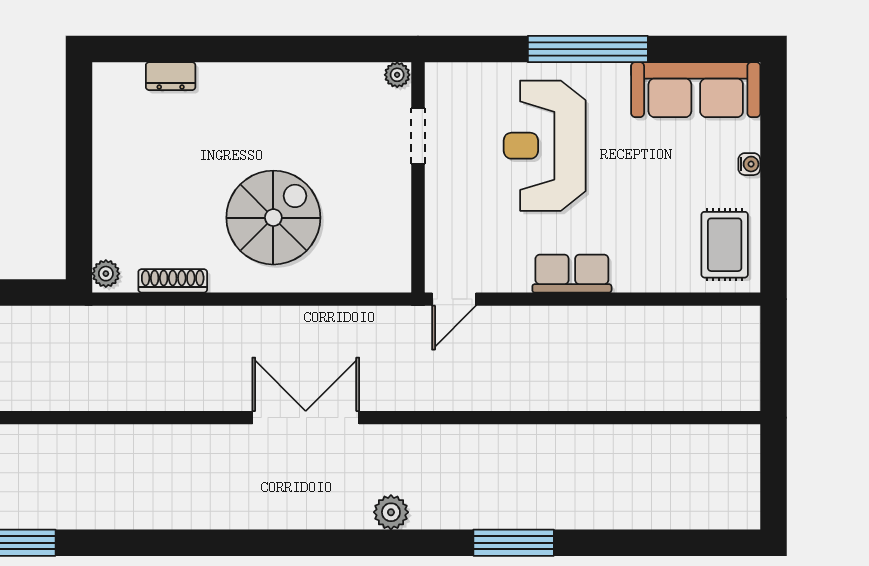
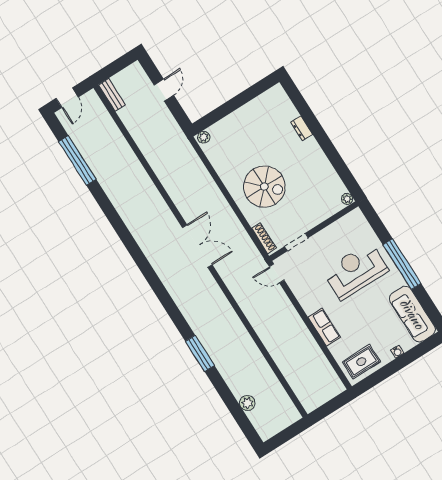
dresser: (171, 76) -> (301, 128), moved
doorway: (418, 136) -> (296, 242), moved
row of seats: (572, 274) -> (324, 327), moved
shoe rack: (173, 281) -> (264, 238), moved
plant: (391, 512) -> (247, 403), moved

